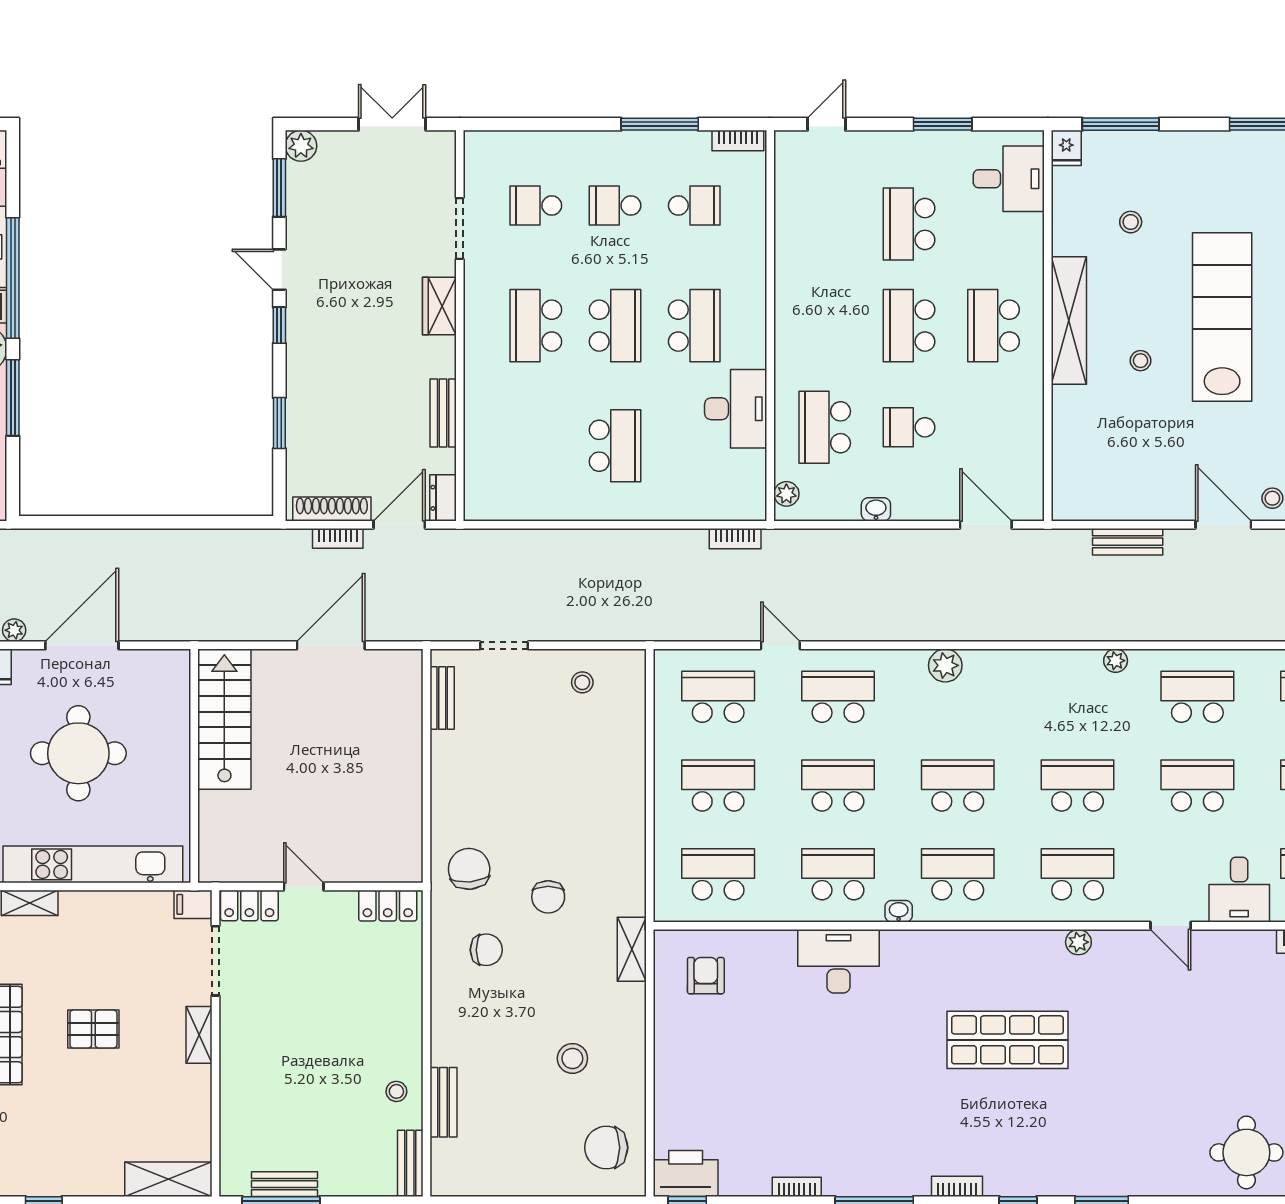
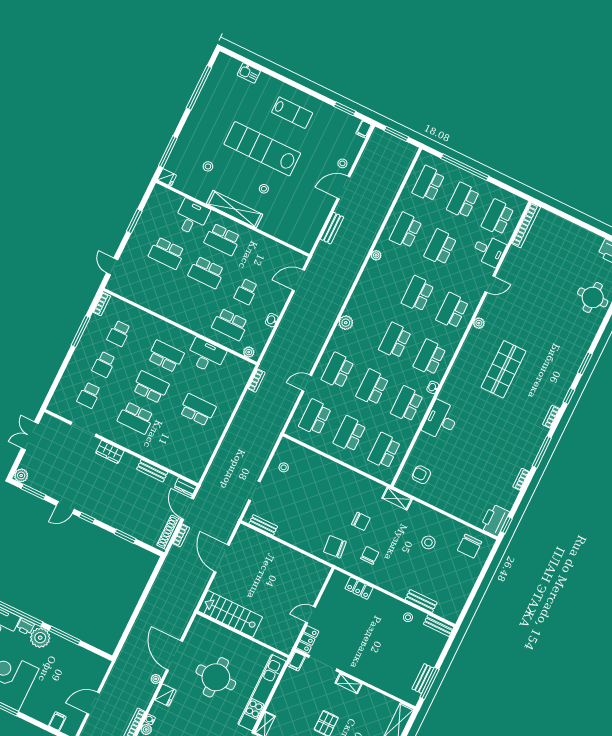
desk: (1009, 179) -> (192, 217), moved
school desk: (694, 205) -> (119, 333), turned 180
locker: (388, 906) -> (359, 588), moved, turned 90

